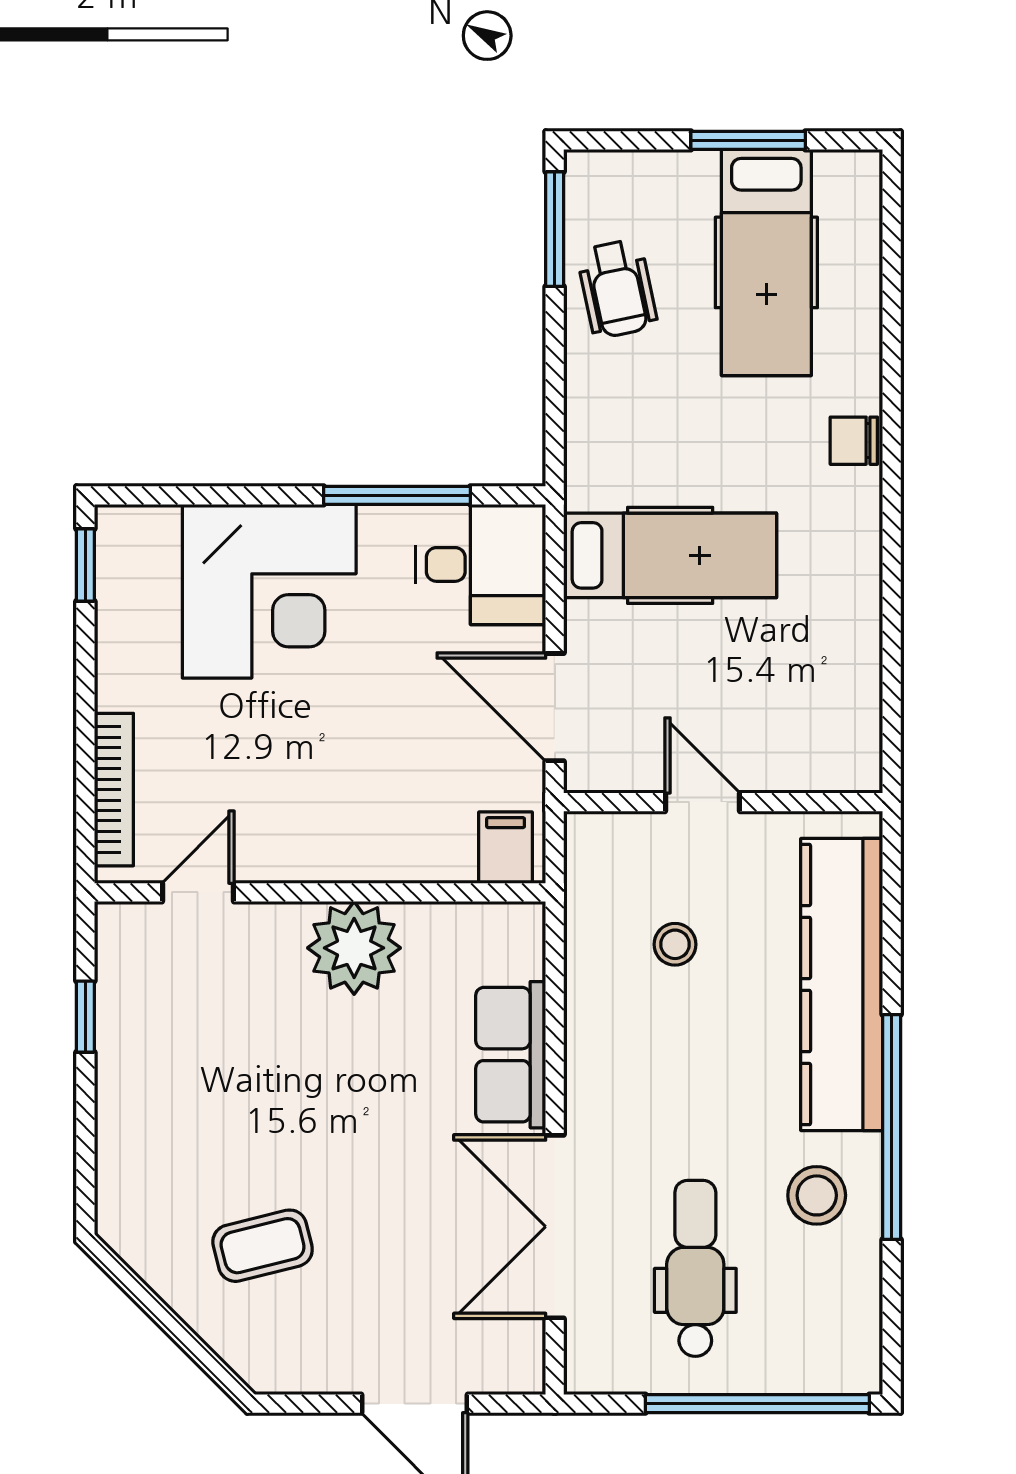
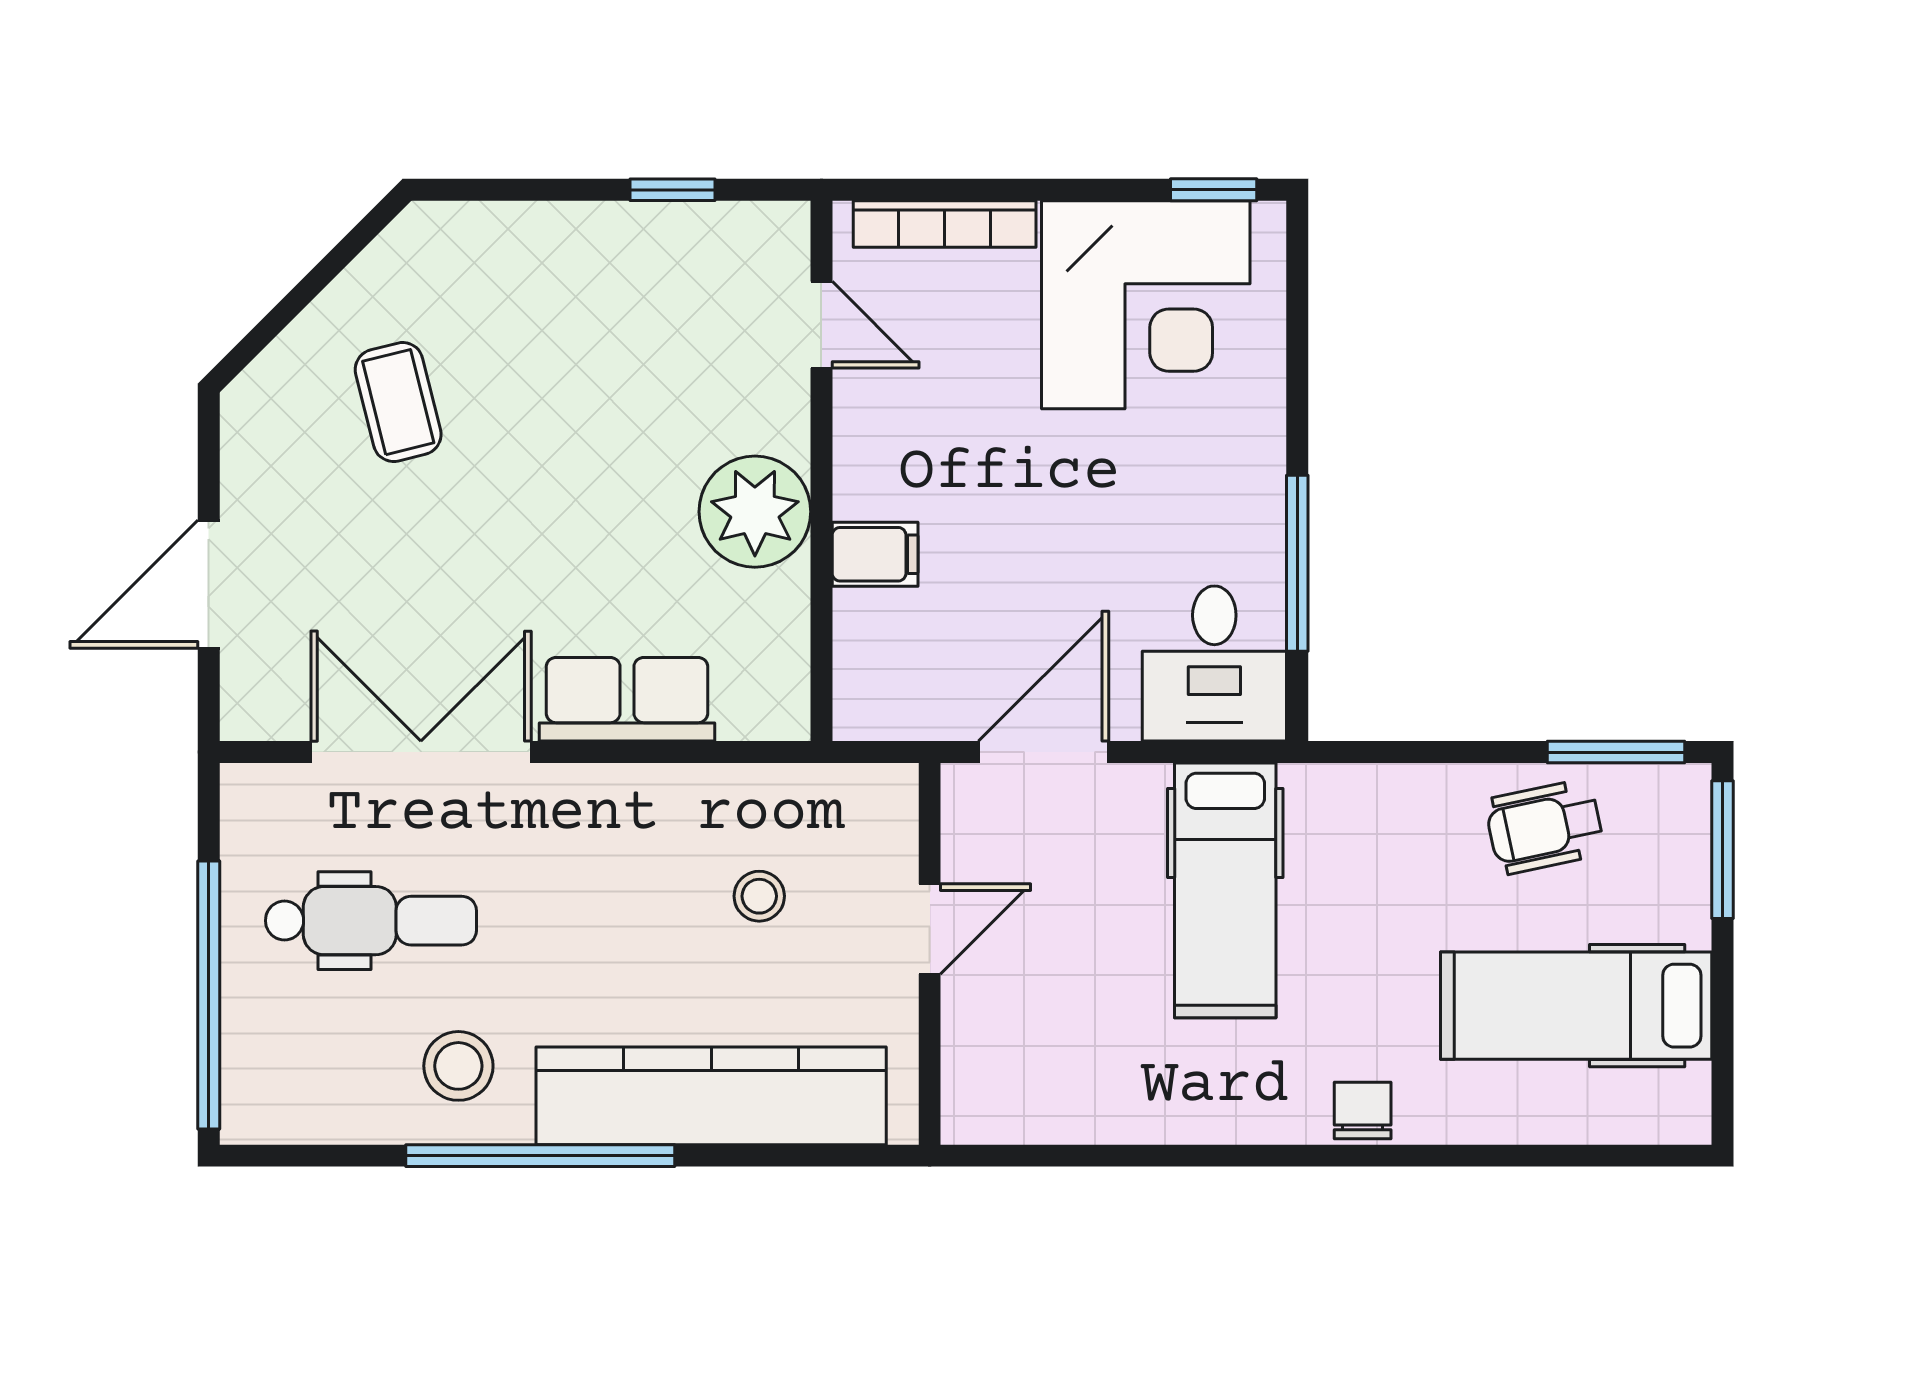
window: (748, 140) -> (1722, 850), moved
corner desk: (269, 591) -> (1146, 305), moved, turned -90
filing cabinet: (506, 848) -> (875, 554), moved

